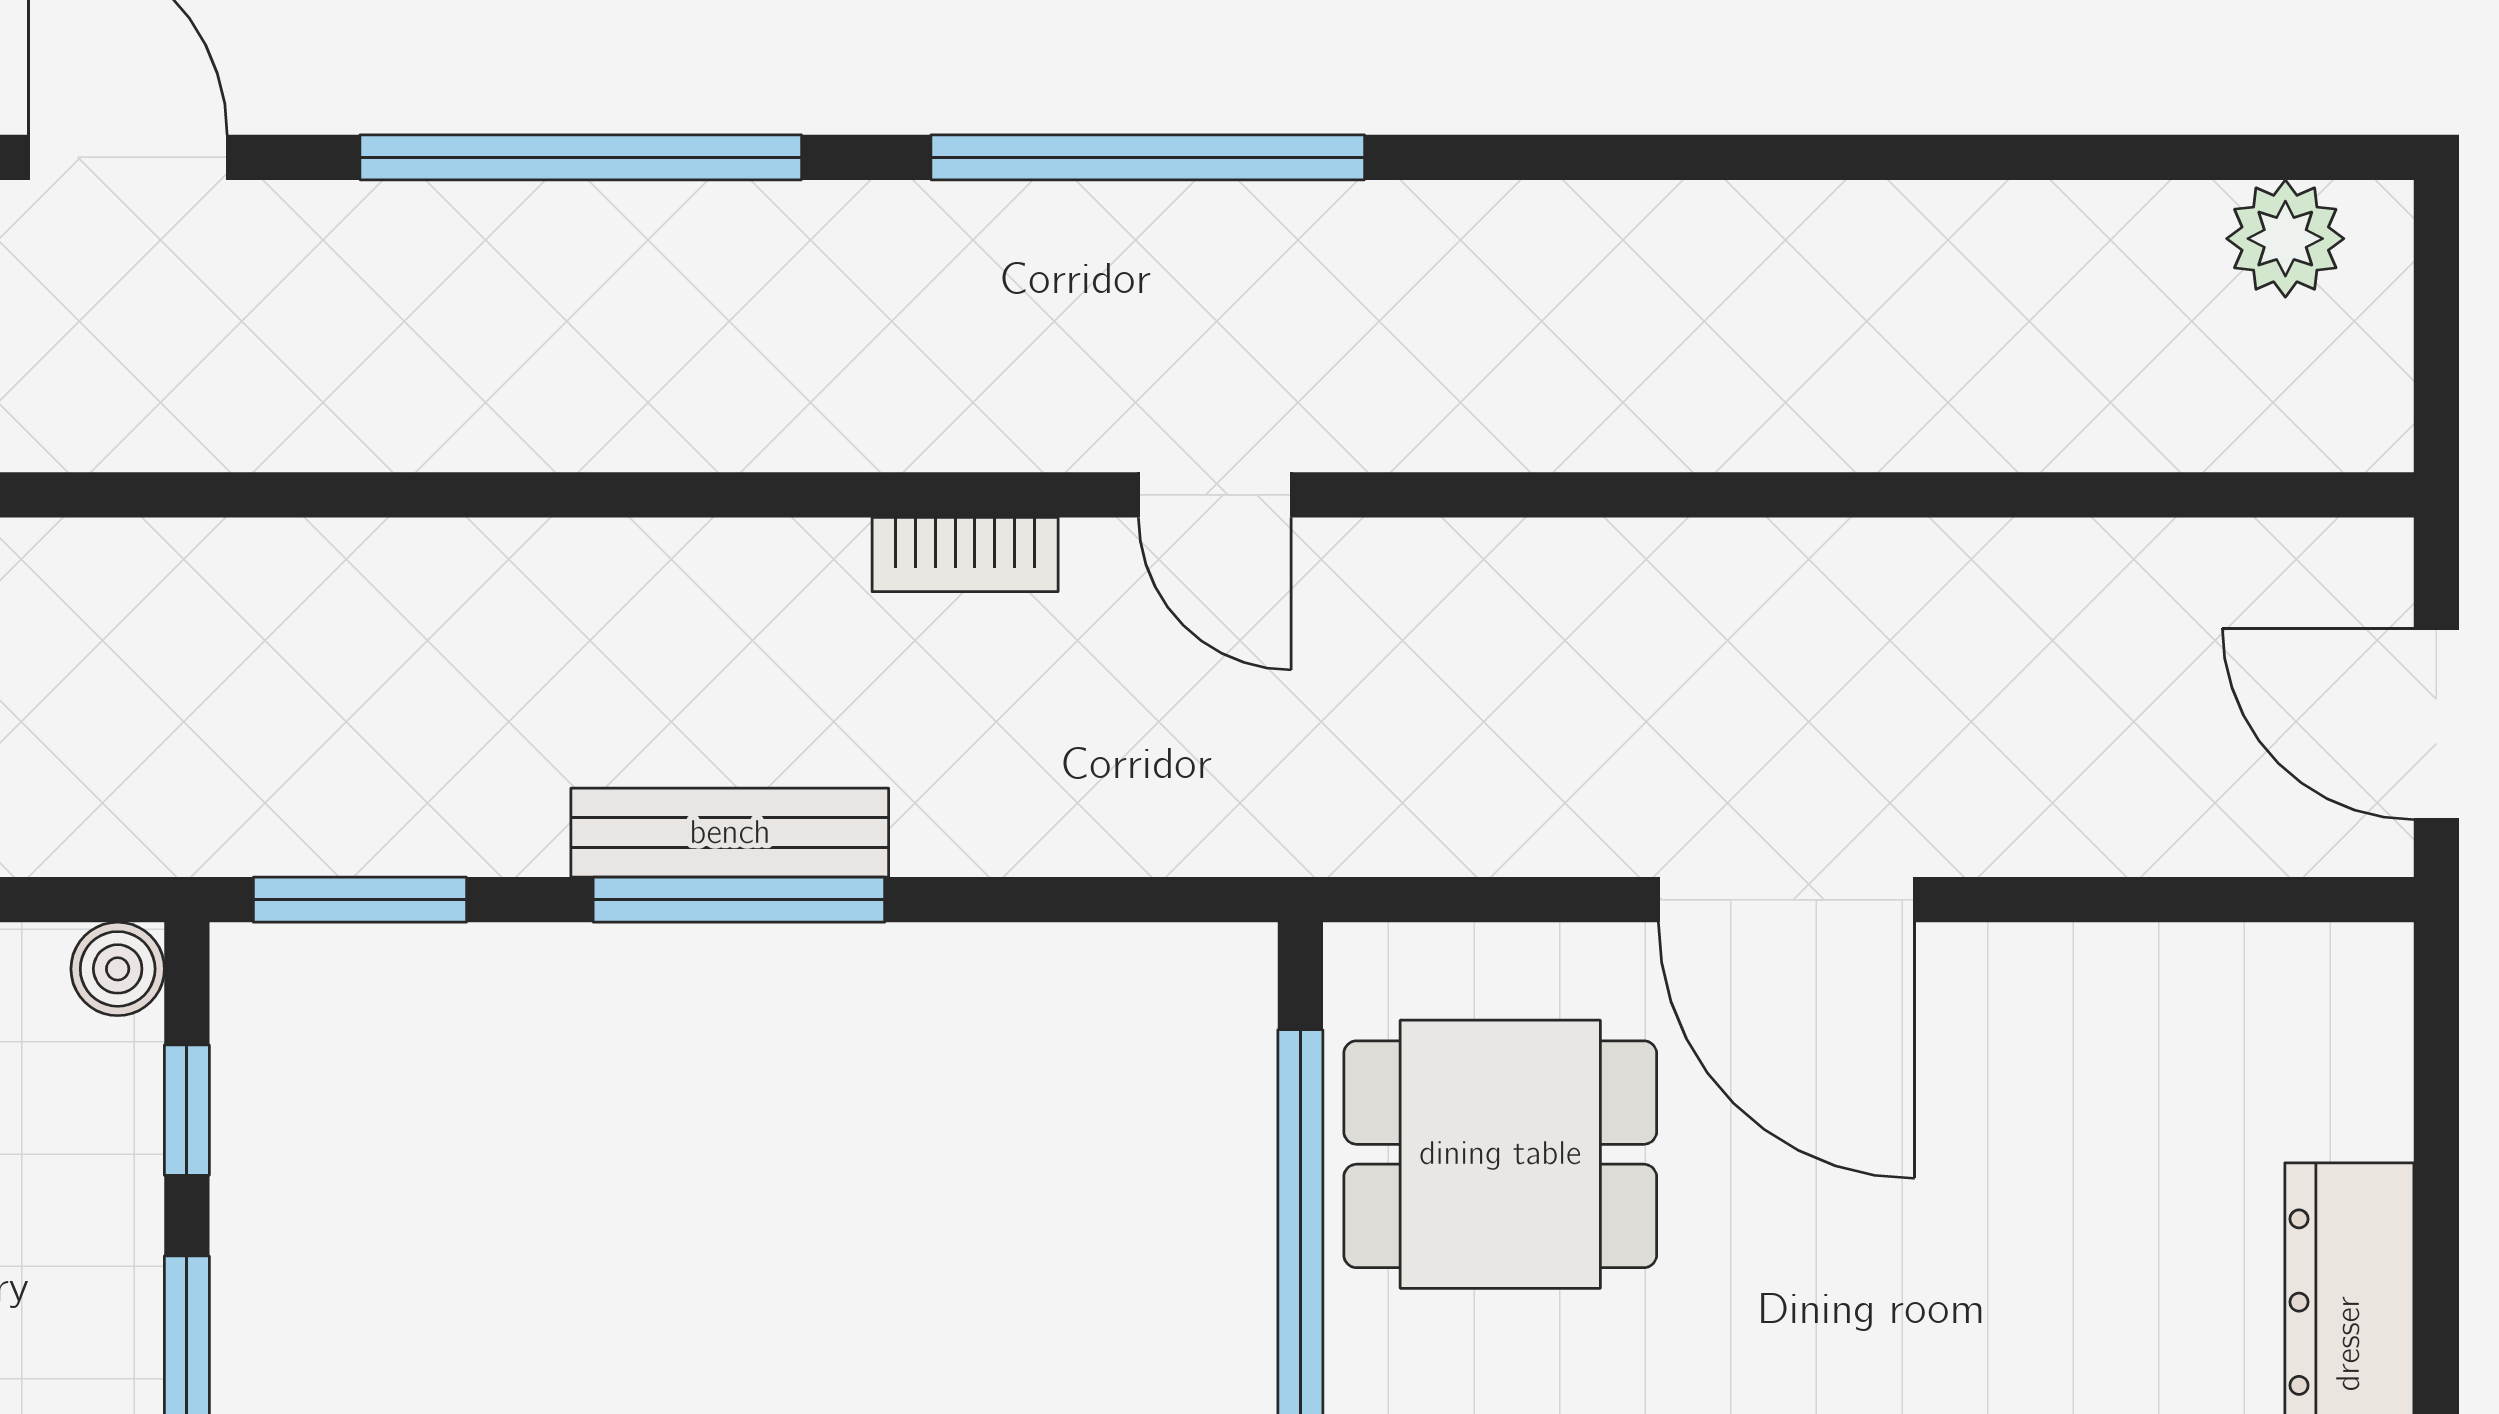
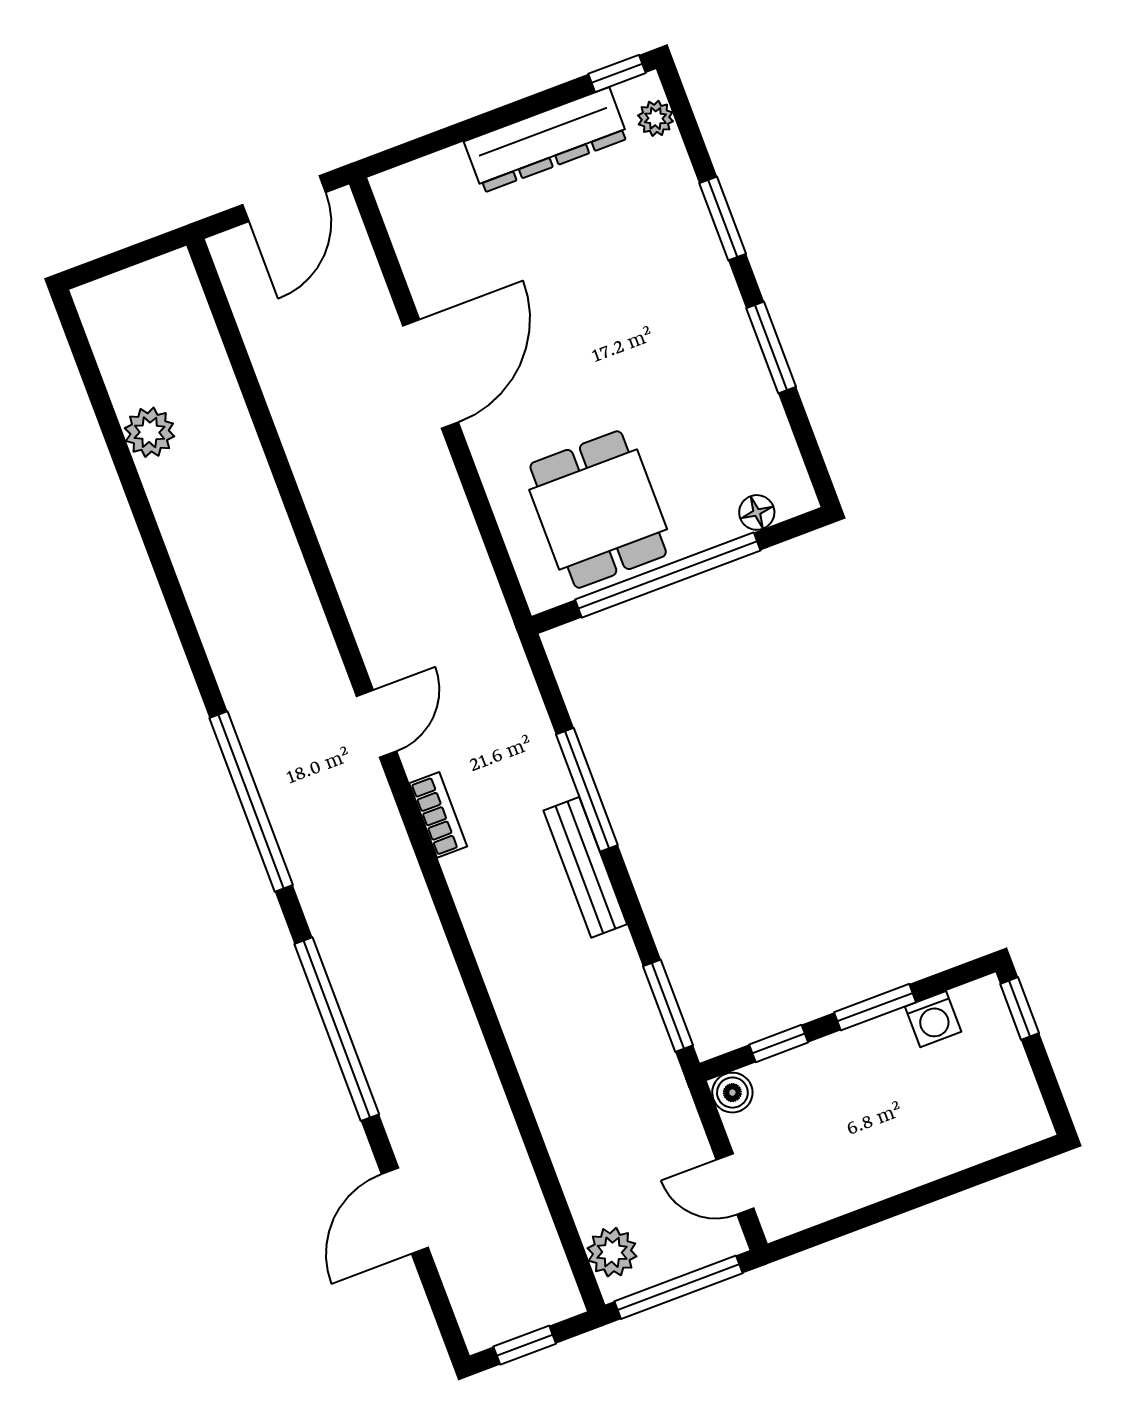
plant: (2285, 239) -> (150, 432), moved
window: (739, 900) -> (587, 790), moved
door: (1787, 900) -> (431, 374), moved

